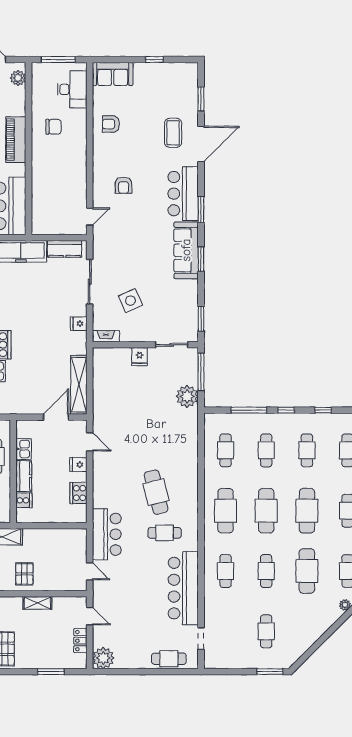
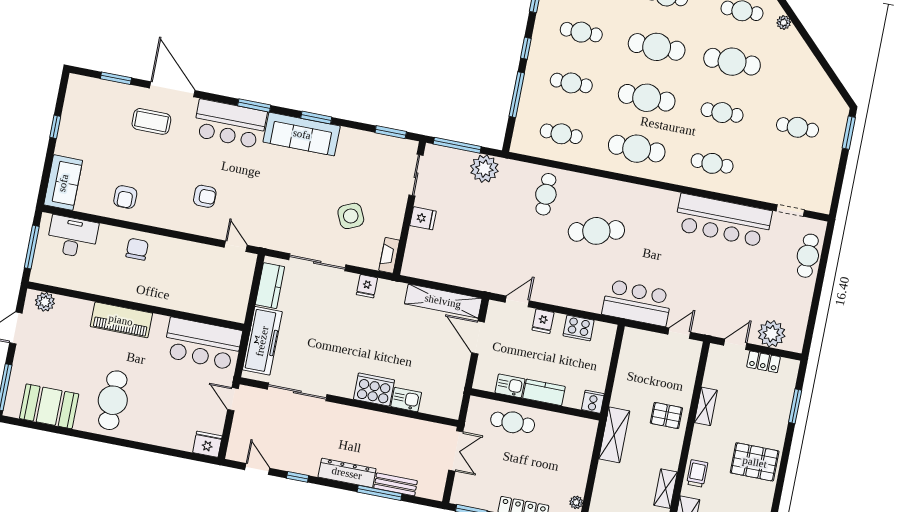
chair: (53, 127) -> (137, 249), moved
cooker: (24, 500) -> (593, 402), moved
cafe table: (165, 533) -> (546, 194), moved
plant: (103, 658) -> (772, 334), moved

